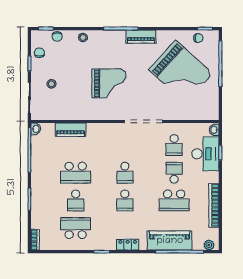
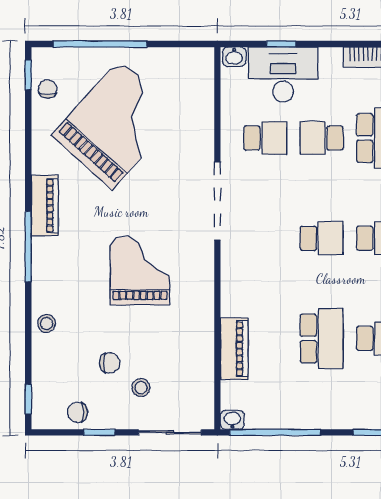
chair: (57, 36) -> (110, 363), moved

